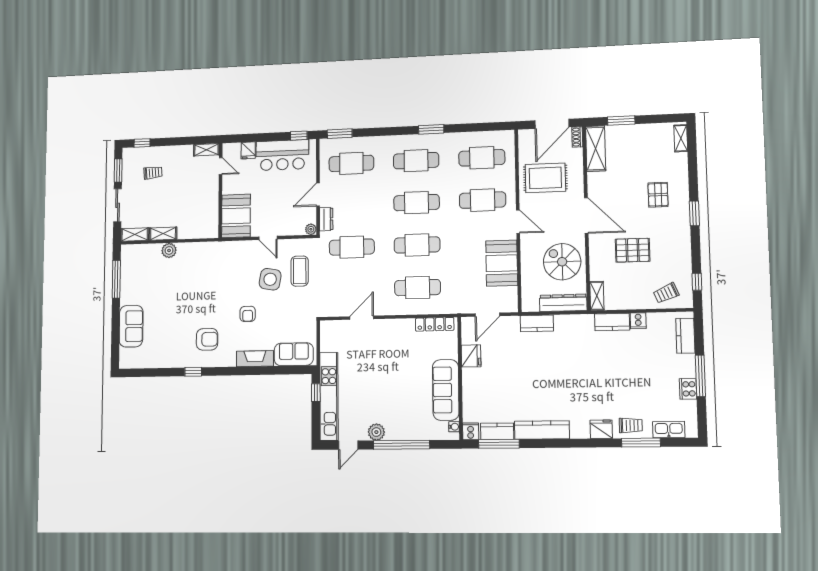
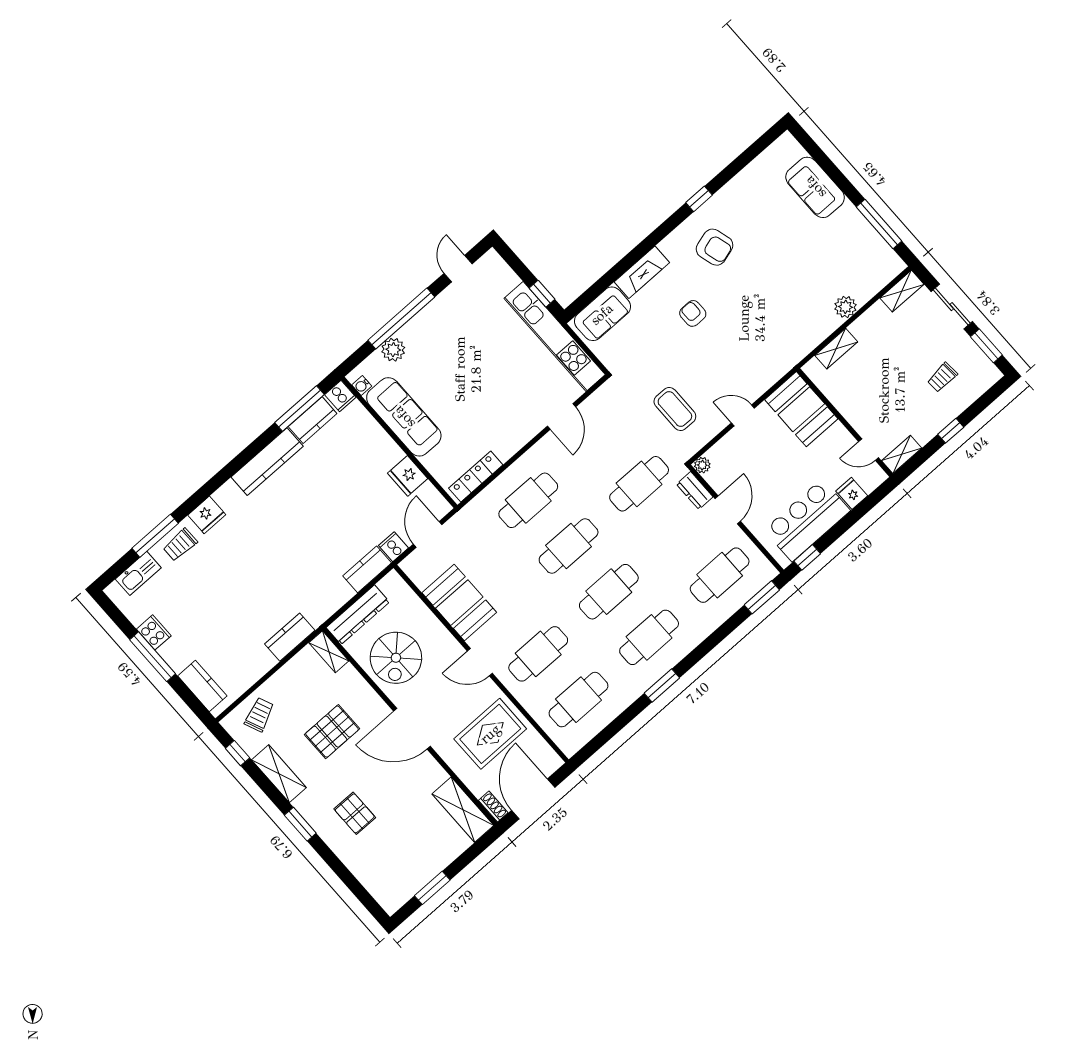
window: (621, 121) -> (432, 888), moved
shelving: (681, 138) -> (279, 774), moved, width x1.50, depth x1.33
window: (142, 143) -> (951, 431), moved
shelving: (163, 234) -> (836, 349), moved
spiral stairs: (562, 262) -> (396, 658), turned 90
side table: (270, 279) -> (701, 372), removed
cooker: (638, 321) -> (393, 547), moved
armchair: (207, 339) -> (715, 247), turned -106
kitchen unit: (329, 396) -> (555, 336), moved
plant: (376, 432) -> (393, 350), moved

